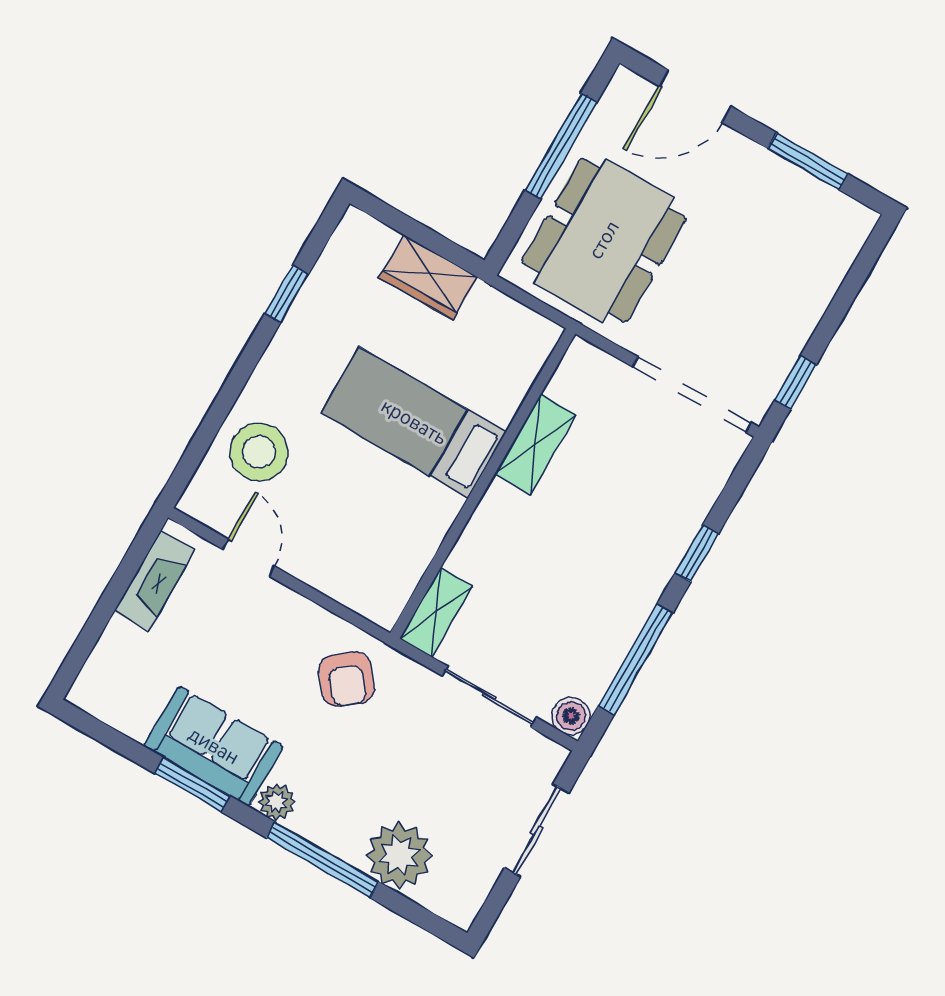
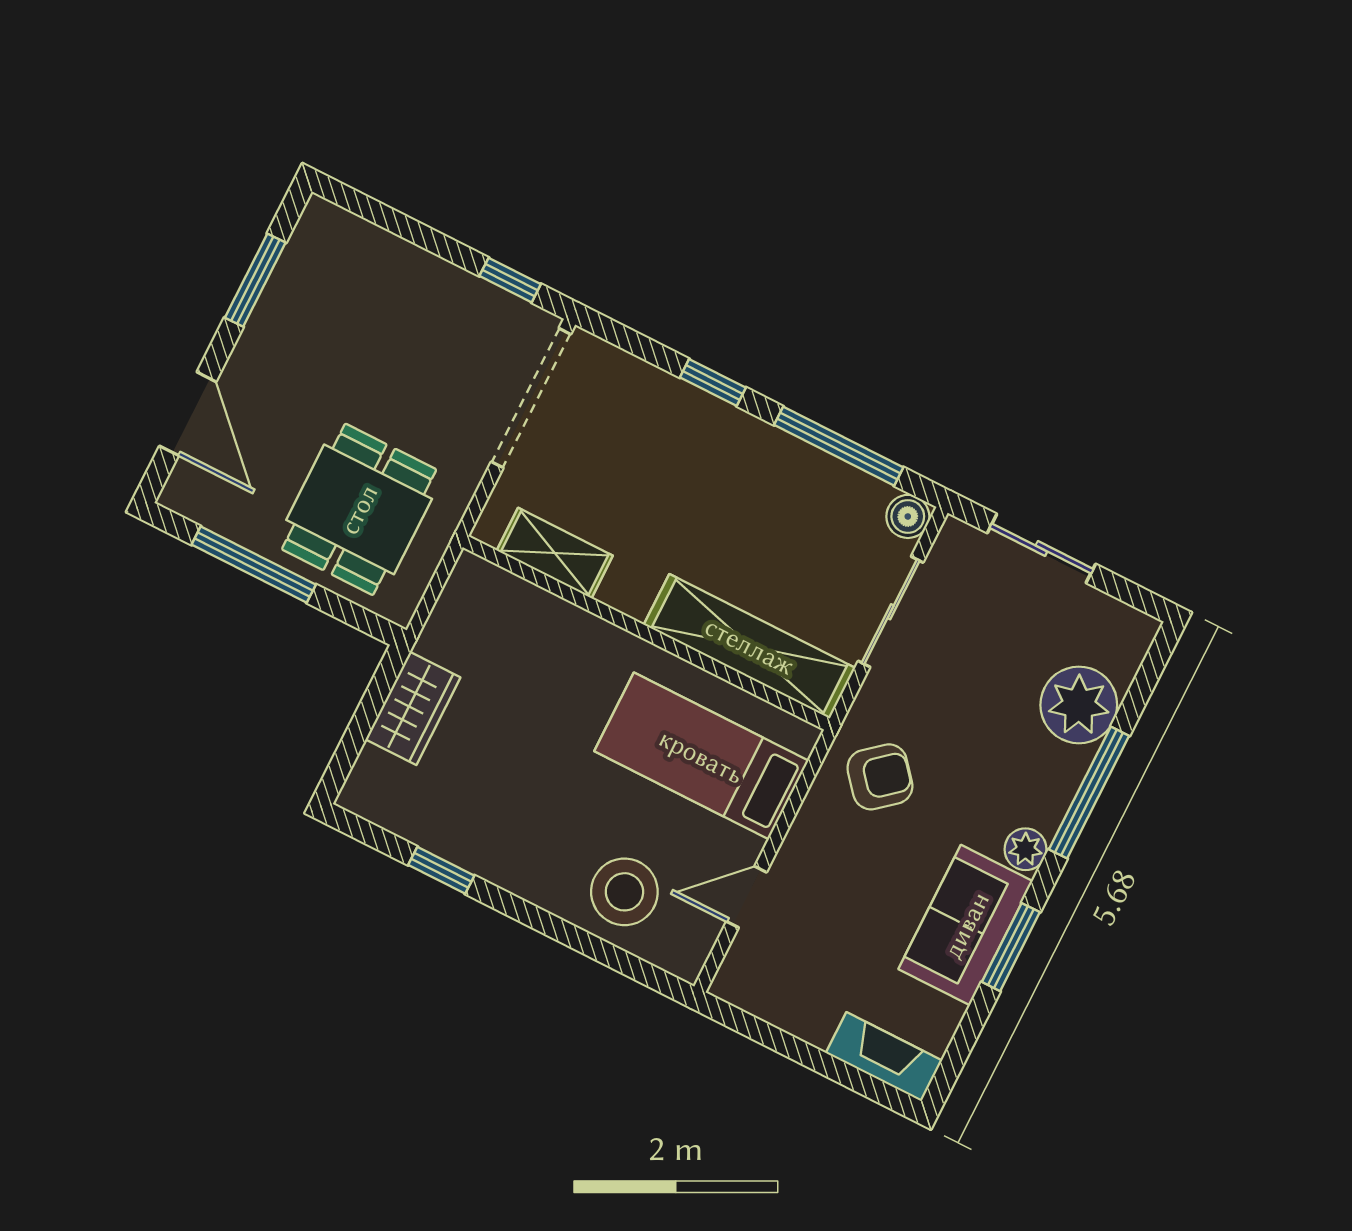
dining table: (604, 240) -> (359, 509), width x0.73
bed: (414, 422) -> (701, 756), moved, turned 90
shelving: (535, 444) -> (555, 553), moved
fireplace: (154, 581) -> (884, 1057), moved
shelving: (436, 612) -> (750, 646), width x2.20, depth x1.33

